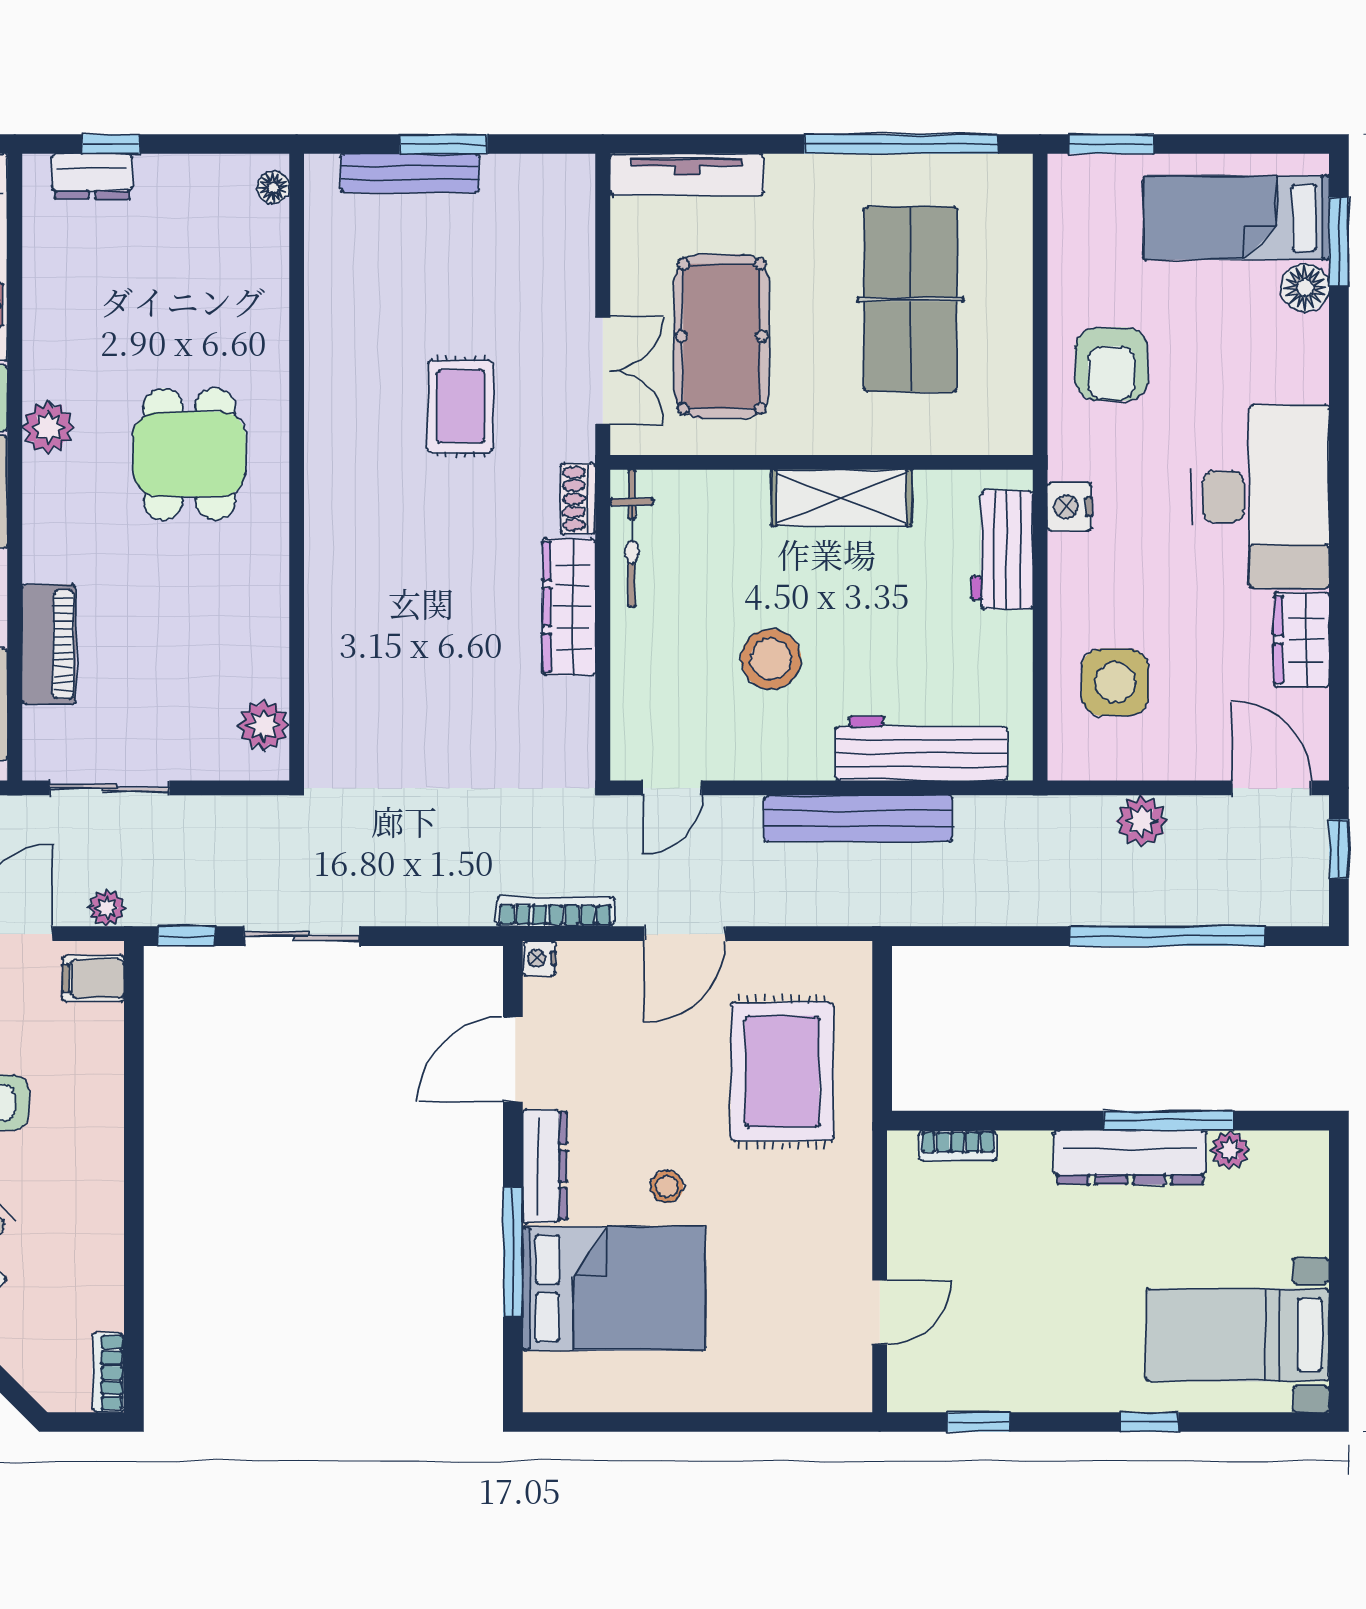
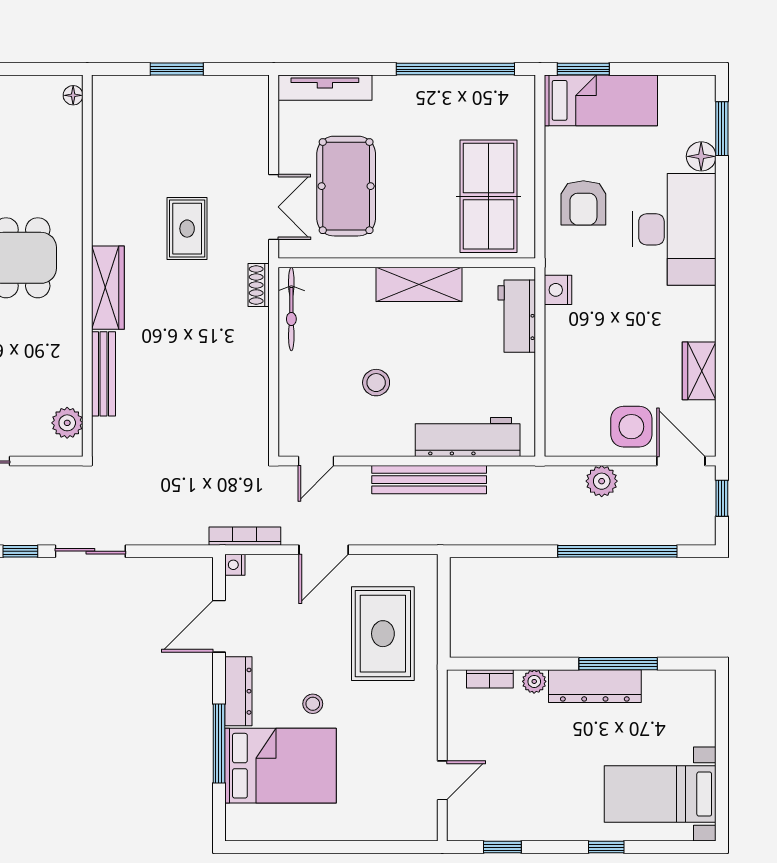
bench: (410, 173) -> (104, 374), moved, turned 90
bed: (1236, 218) -> (601, 100), moved, turned 180
table tennis table: (911, 299) -> (488, 196), moved
desk: (1260, 497) -> (674, 229), moved
wardrobe: (569, 607) -> (108, 288), moved, turned 180
stool: (771, 659) -> (376, 383), width x0.73, depth x0.73
side table: (1115, 682) -> (631, 427), moved
plant: (1230, 1150) -> (534, 681), moved

